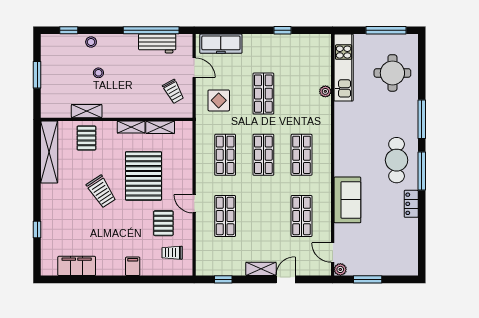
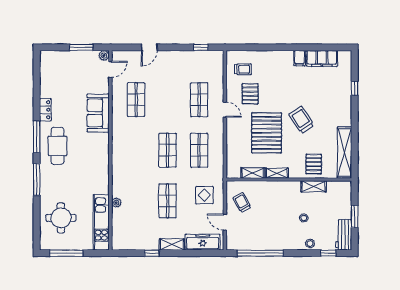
workbench: (157, 43) -> (344, 235), moved, turned -90
shop shelf: (302, 155) -> (136, 150), removed
door: (333, 253) -> (110, 69), hinge flipped
filing cabinet: (133, 266) -> (300, 58), moved
shelving: (261, 269) -> (172, 245), moved

